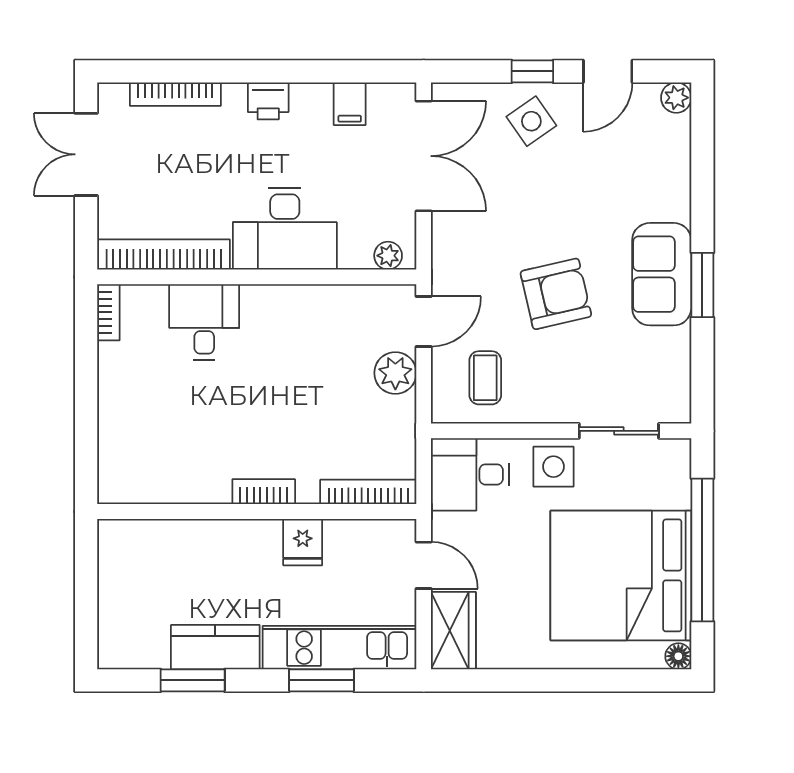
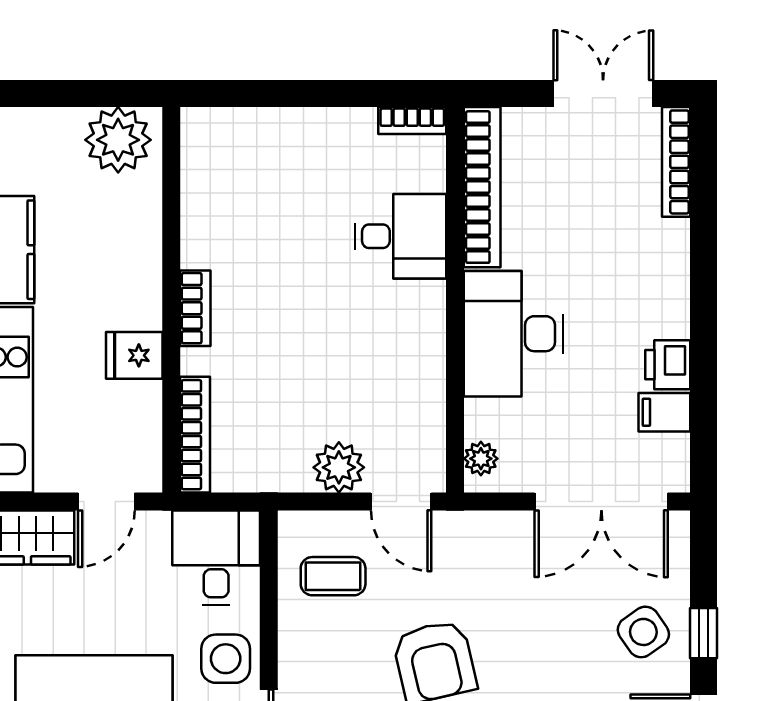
bookcase: (175, 94) -> (676, 162), moved
printer: (268, 101) -> (668, 365), moved
plant: (124, 556) -> (118, 140), added

